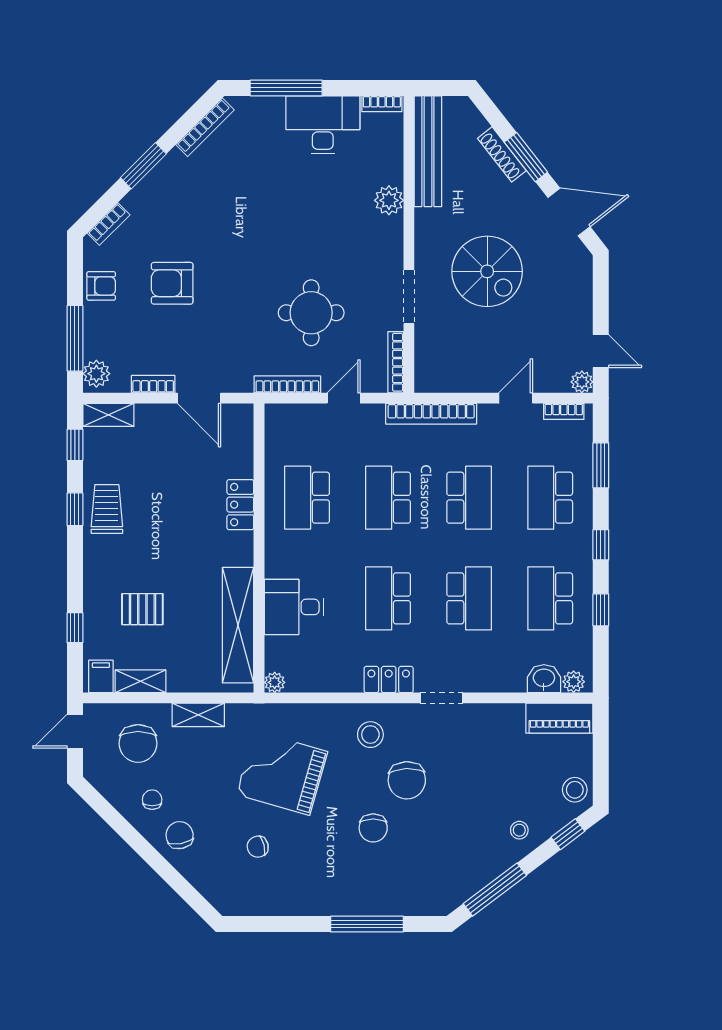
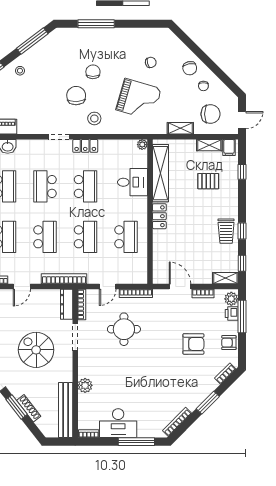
printer: (95, 344) -> (232, 314), added
dresser: (426, 363) -> (67, 304), added
school desk: (469, 498) -> (45, 237), turned 180
locker: (240, 505) -> (159, 216), moved
chair: (138, 743) -> (210, 114), turned 90

